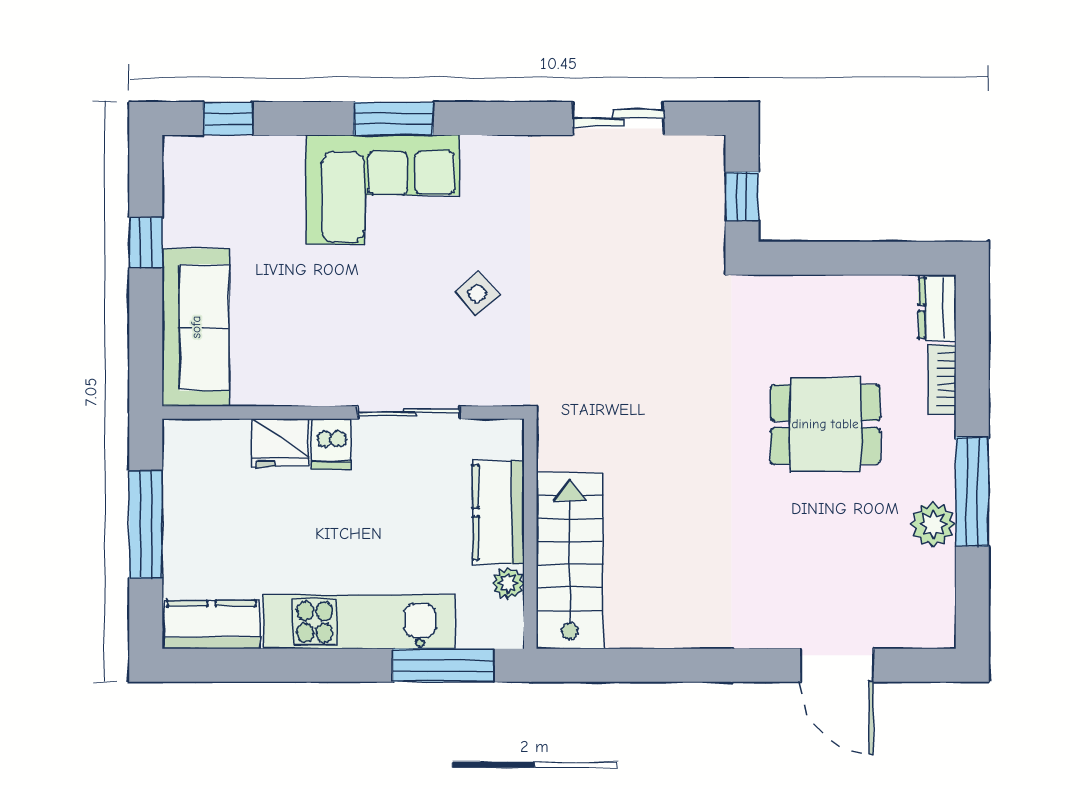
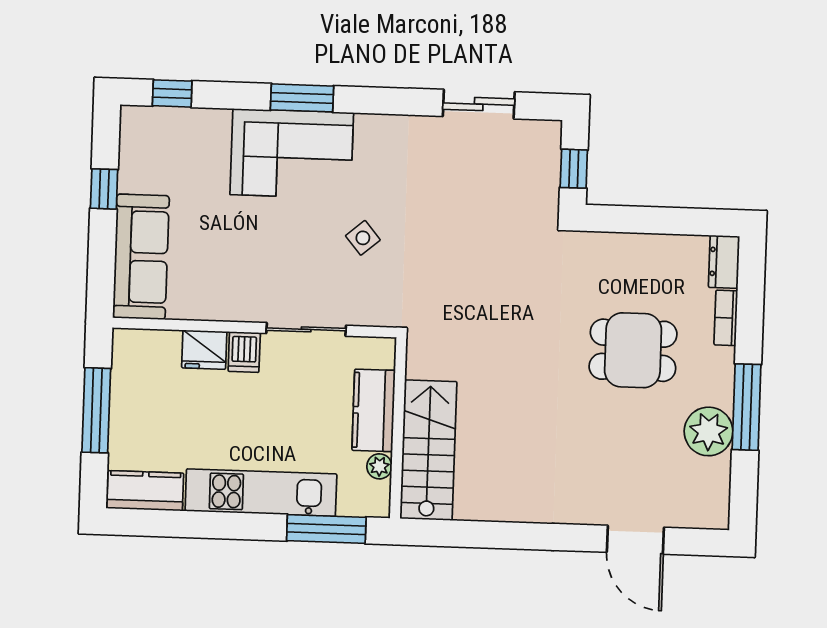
plant: (933, 524) -> (709, 431), width x1.36, depth x1.36

